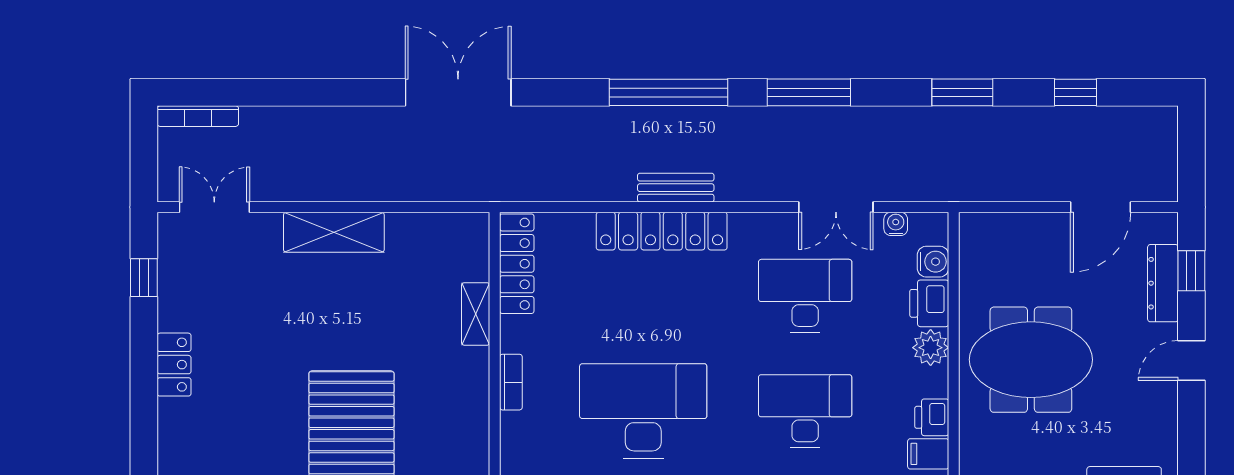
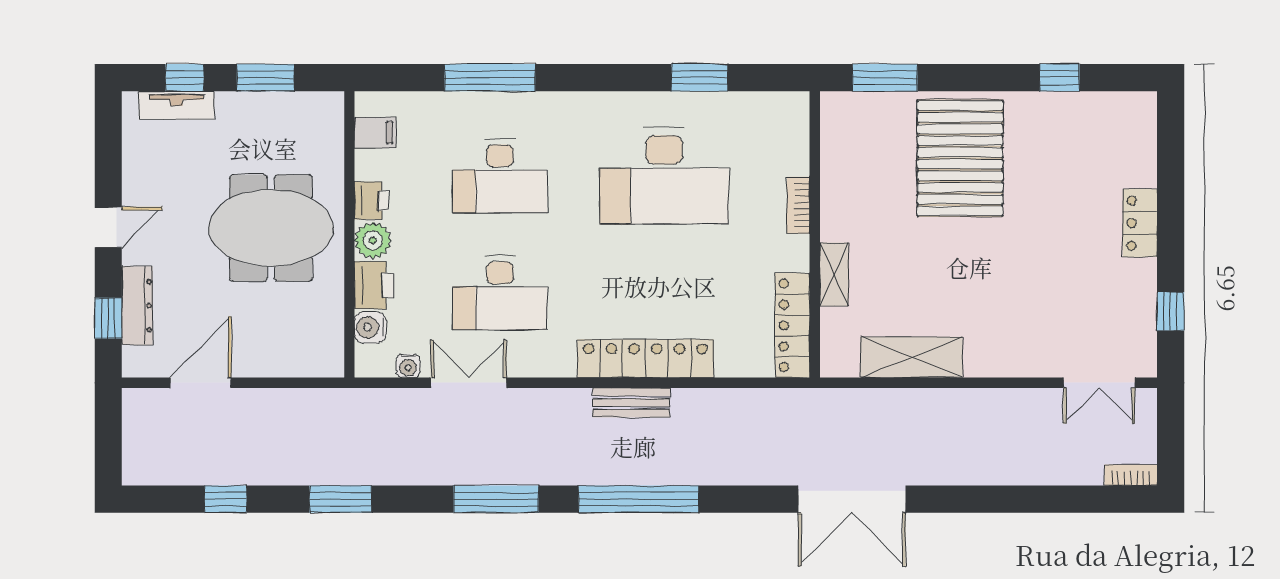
bookcase: (198, 116) -> (1131, 475), width x0.64
shelving: (334, 232) -> (911, 357), moved
printer: (932, 417) -> (372, 201), moved

